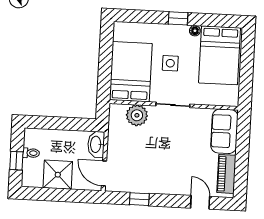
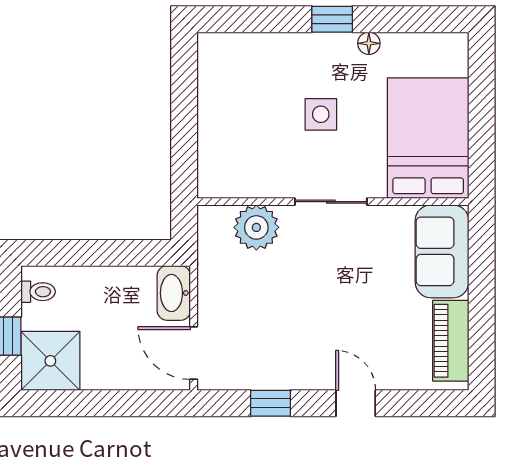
bed: (220, 55) -> (428, 138), moved, turned 180
bed: (131, 72) -> (239, 136), removed
toilet: (31, 153) -> (38, 292), moved
shower: (58, 175) -> (50, 361), moved
door: (200, 202) -> (356, 403), moved

